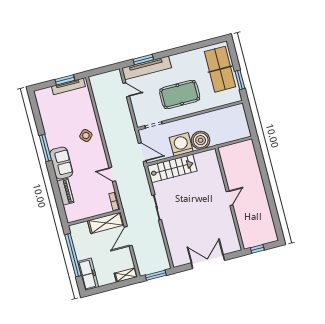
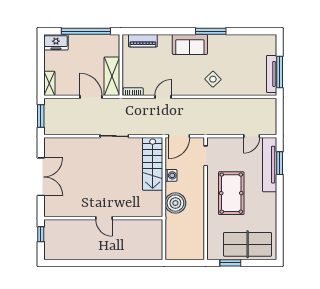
window: (65, 80) -> (280, 72), width x1.44
washing machine: (181, 144) -> (171, 175), width x0.53, depth x0.53
piano: (65, 192) -> (143, 41), moved
freezer: (88, 274) -> (56, 42), width x0.71

